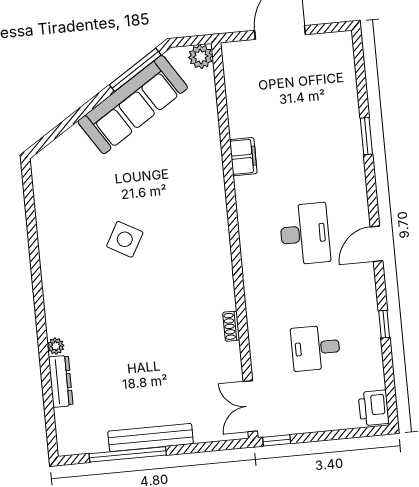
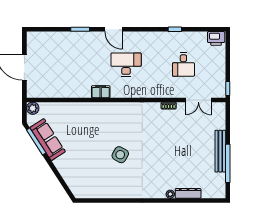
sofa: (133, 105) -> (48, 140), width x0.74, depth x0.79
filing cabinet: (243, 157) -> (101, 92), moved
door: (377, 244) -> (114, 29), moved
double door: (250, 406) -> (198, 100), moved

